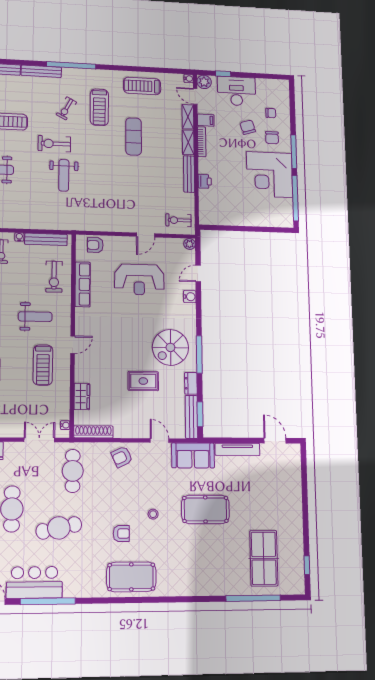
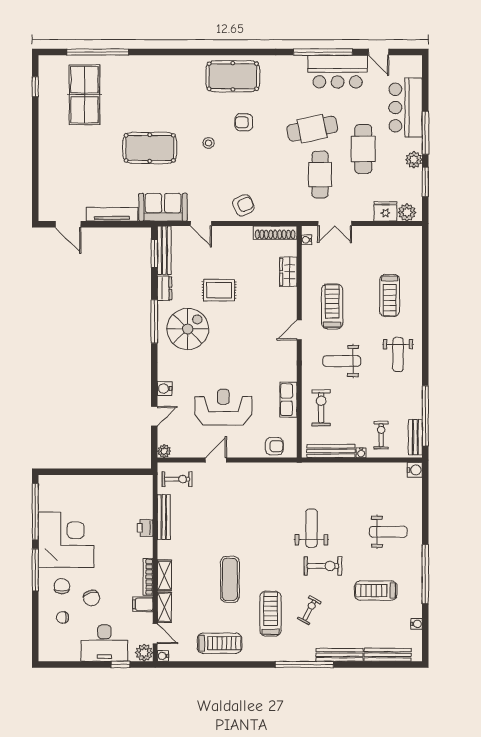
bench: (189, 174) -> (164, 517), moved
row of seats: (83, 284) -> (288, 400), width x0.68
cafe table: (73, 471) -> (320, 174), moved

